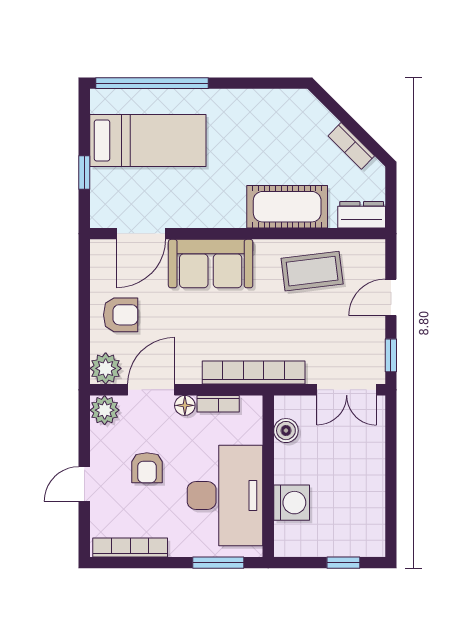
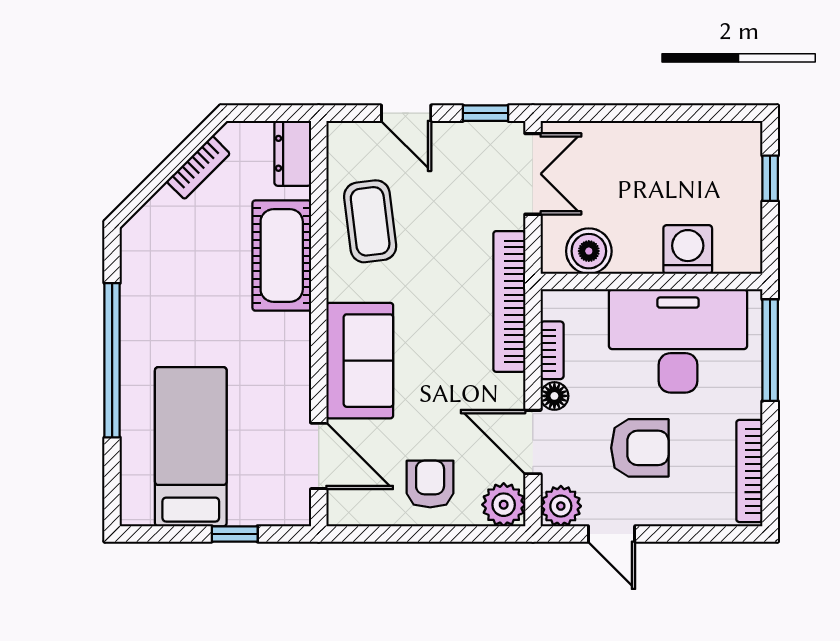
window: (152, 83) -> (112, 360), moved
boiler: (286, 431) -> (589, 251), width x1.36, depth x1.36
armchair: (147, 468) -> (640, 448), width x1.38, depth x1.38
door: (84, 484) -> (612, 534), moved
window: (218, 563) -> (770, 350), width x1.44

